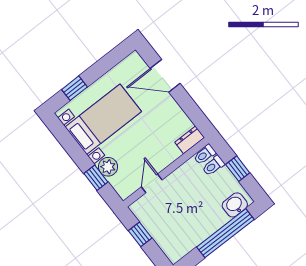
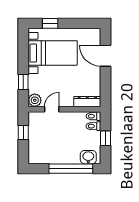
dresser: (190, 140) -> (87, 102), width x1.44
plant: (108, 167) -> (35, 100), moved

